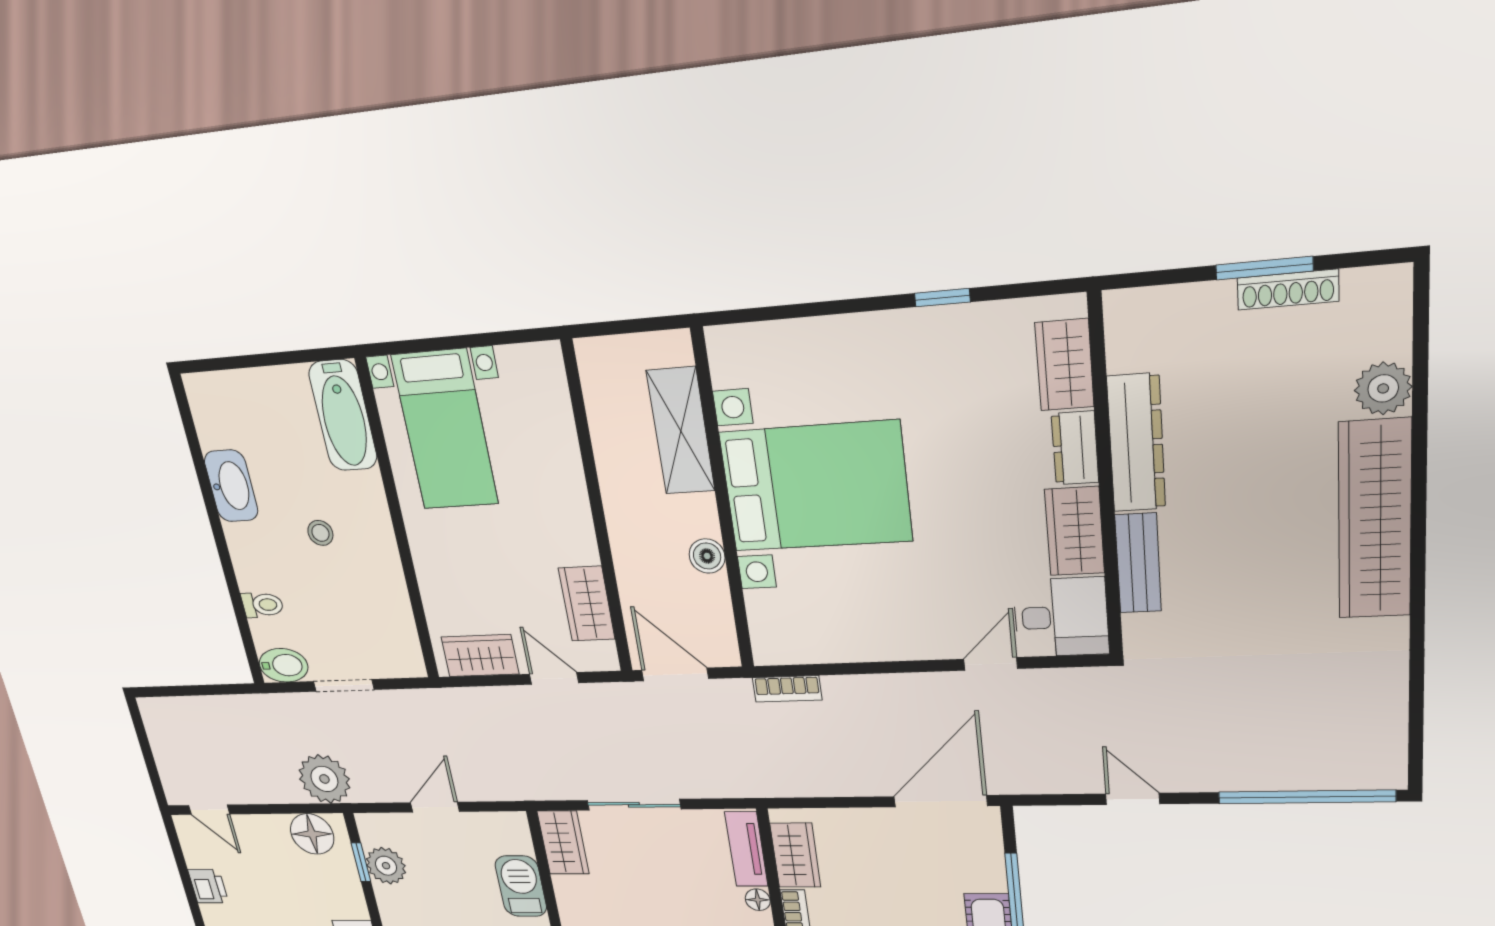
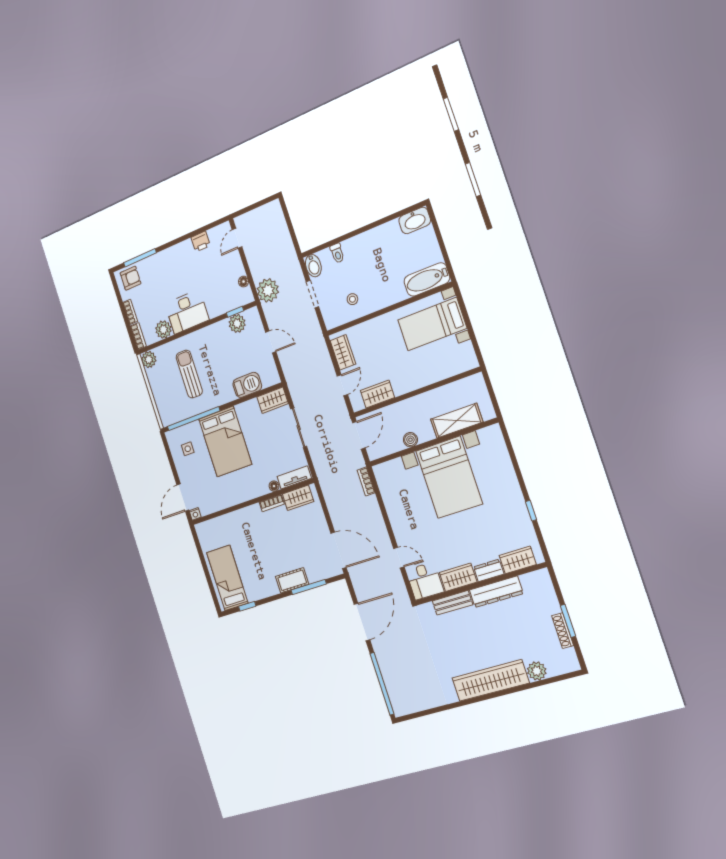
washbasin: (231, 486) -> (415, 220), moved
stool: (320, 533) -> (352, 299), moved
door: (1133, 799) -> (362, 622), width x1.87
floor lamp: (312, 834) -> (244, 282), width x0.53, depth x0.53

